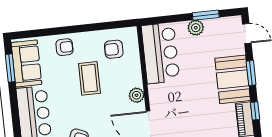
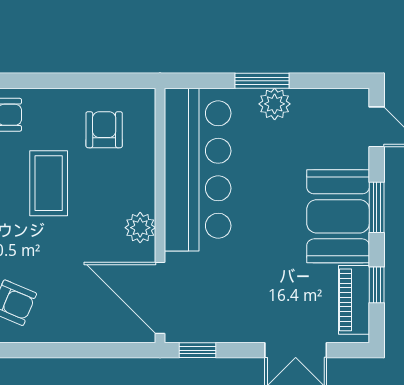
window: (206, 15) -> (262, 81), moved
armchair: (114, 49) -> (104, 130), turned 90
bar counter: (160, 53) -> (198, 170), width x1.36

